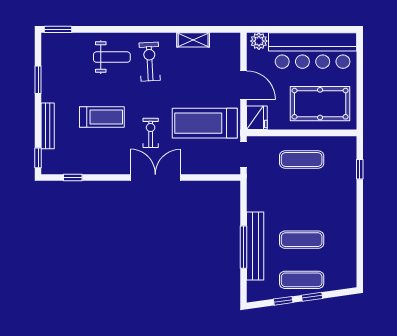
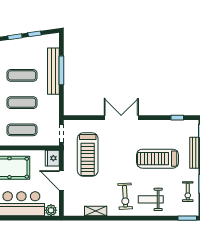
treadmill: (102, 117) -> (158, 159), width x1.37, depth x1.38
treadmill: (205, 123) -> (88, 155), turned 90
exercise bike: (151, 133) -> (188, 192), moved
double door: (155, 178) -> (121, 118), swing flipped
exercise mat: (302, 280) -> (22, 103), moved

